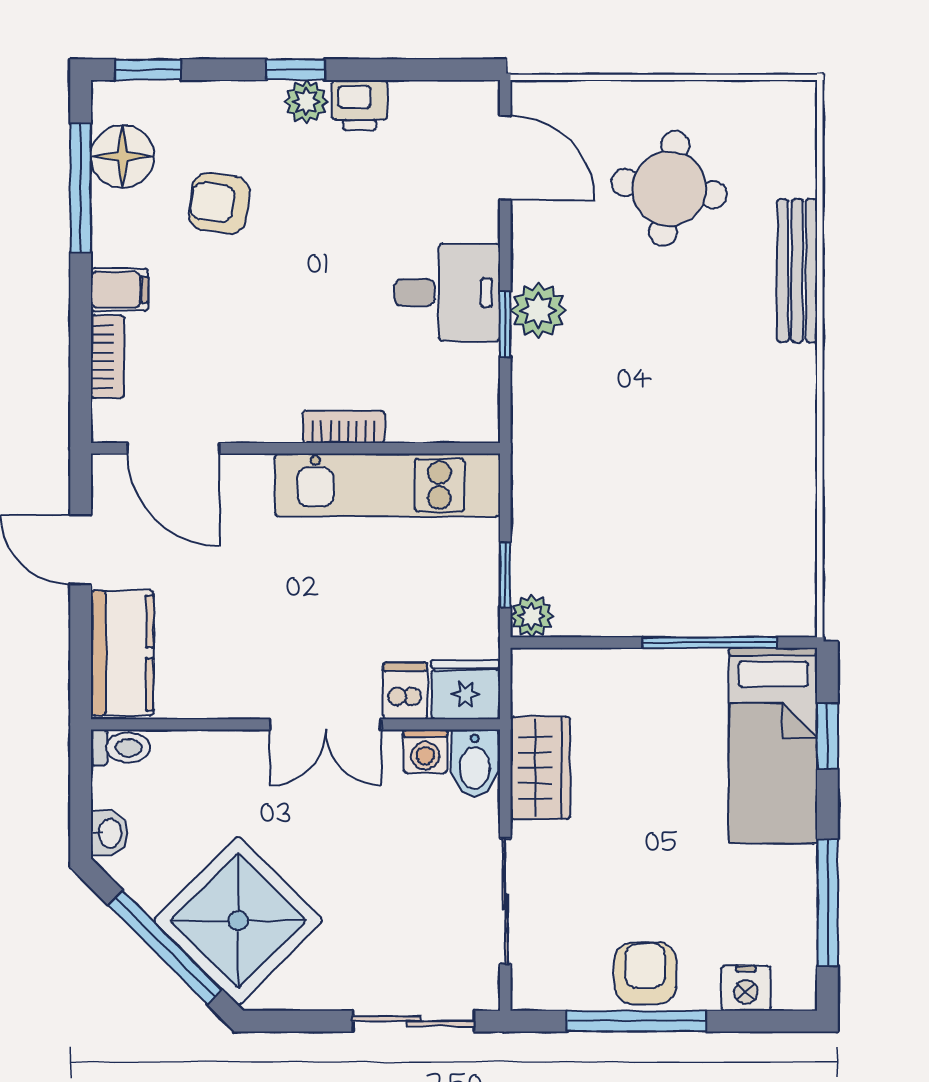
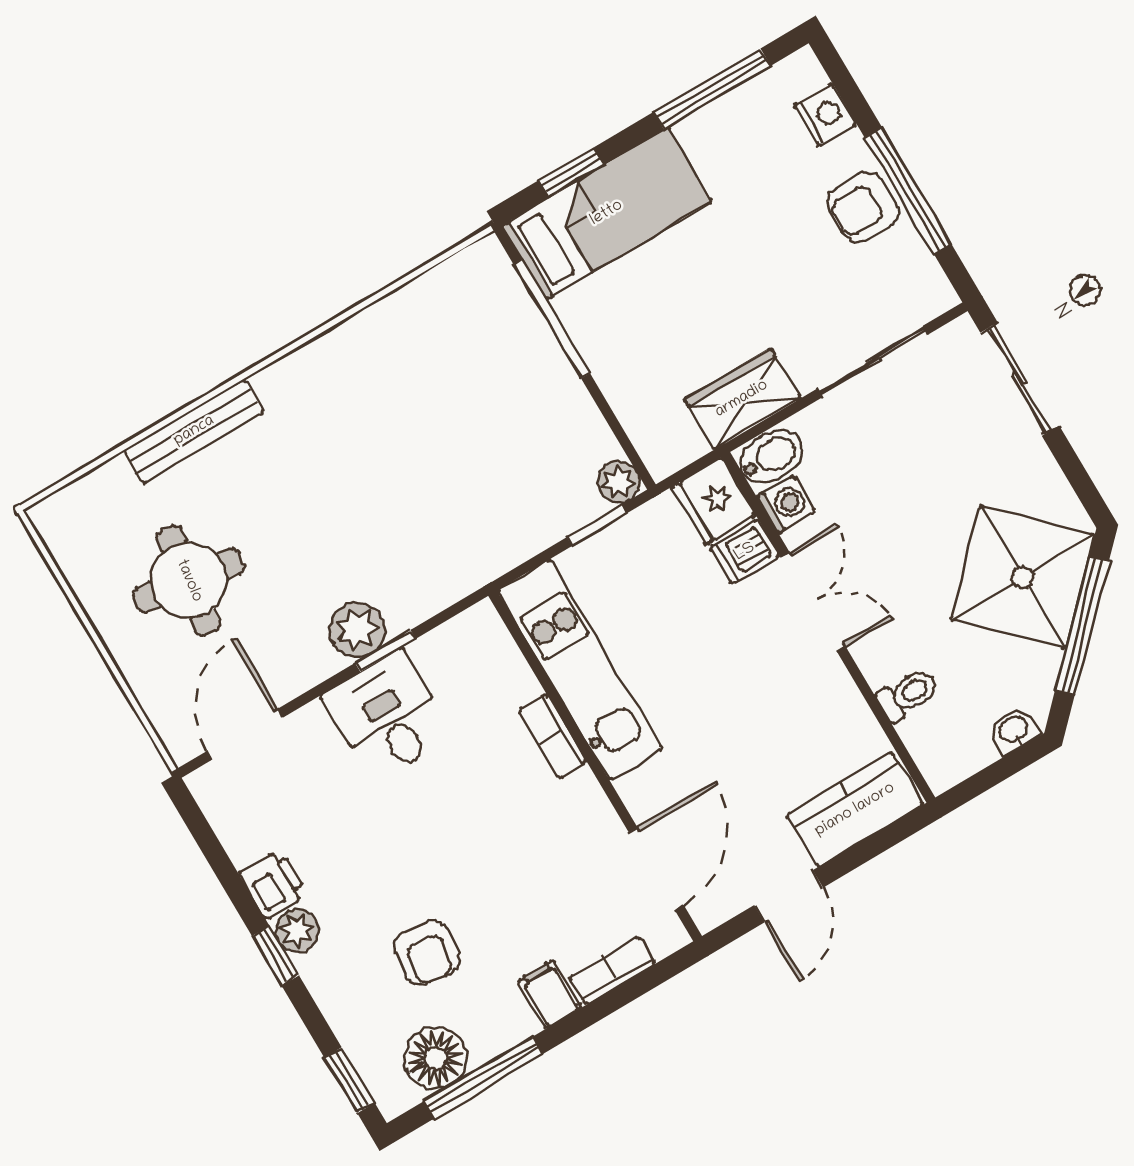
toilet: (120, 748) -> (908, 695), moved, turned 90

